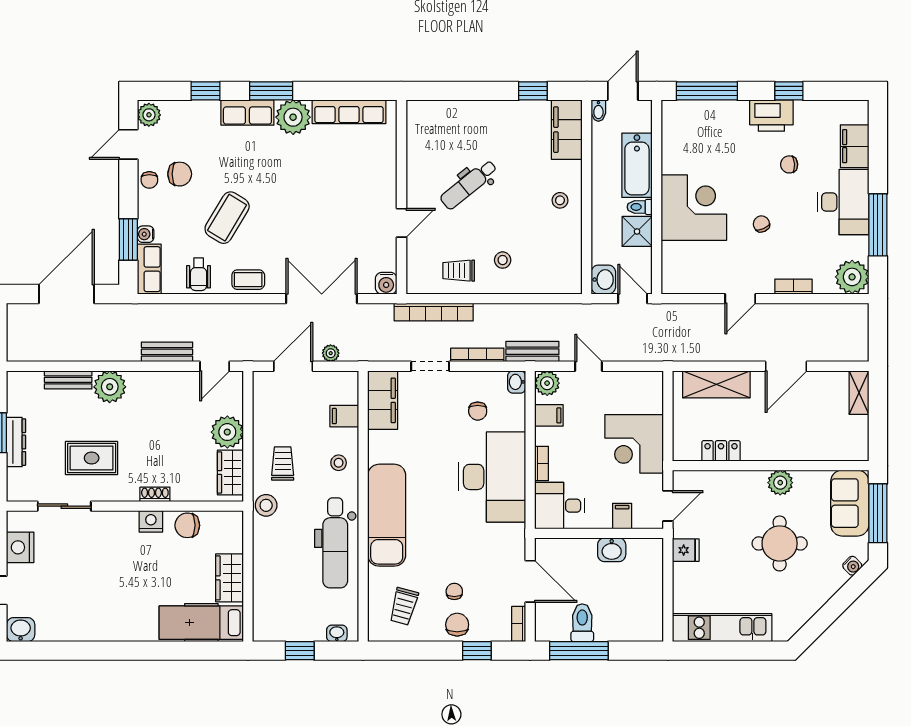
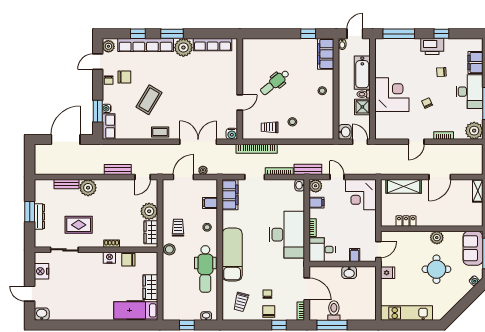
row of seats: (247, 113) -> (146, 45), width x2.02
wheelchair: (199, 274) -> (134, 129), removed
chair: (478, 411) -> (279, 200), removed
corner desk: (634, 444) -> (361, 195), moved

